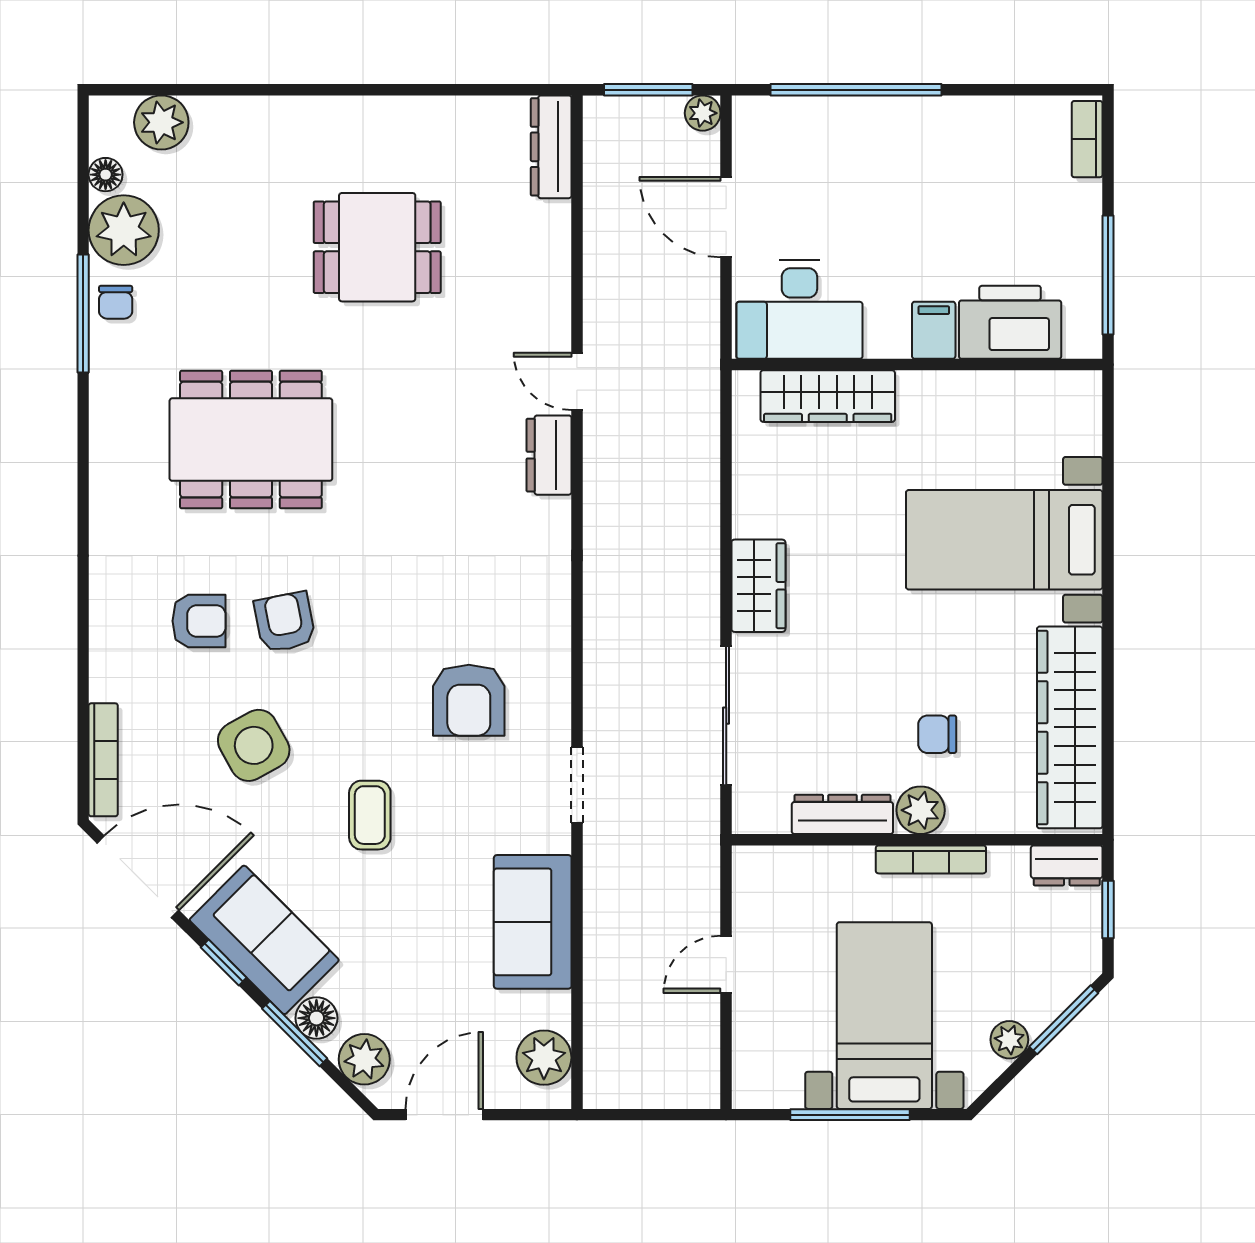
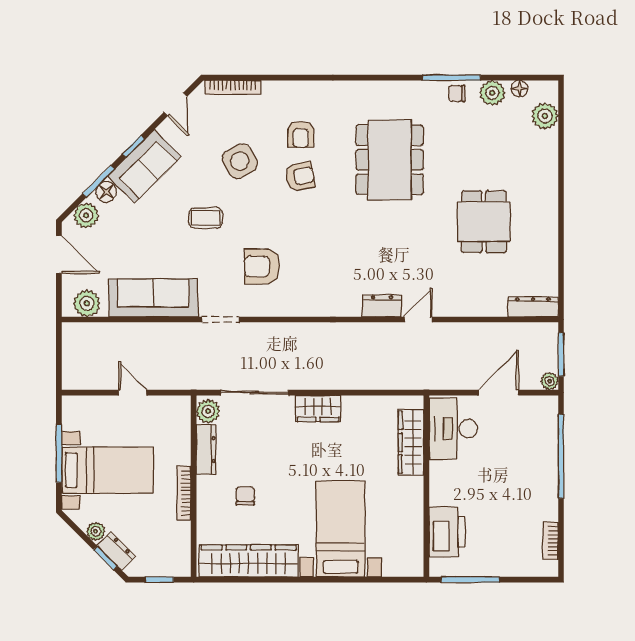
bookcase: (1087, 139) -> (551, 541), moved, turned -90
plant: (124, 230) -> (492, 93), width x0.73, depth x0.73
filing cabinet: (934, 330) -> (443, 494), removed
plant: (921, 810) -> (208, 411), moved
dresser: (1067, 865) -> (116, 551), moved, turned 135
door: (138, 877) -> (175, 104), width x0.53
sofa: (533, 922) -> (153, 298), width x1.36
window: (1064, 1020) -> (105, 558), width x0.67

